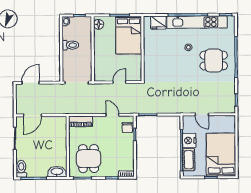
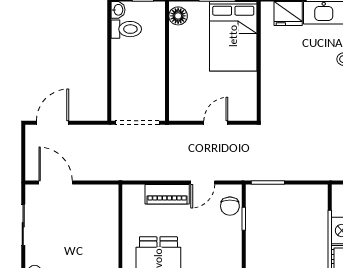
toilet: (70, 45) -> (126, 29), moved
door: (32, 115) -> (56, 183), swing flipped
door: (112, 115) -> (203, 183), swing flipped
piano: (81, 121) -> (167, 194), moved

